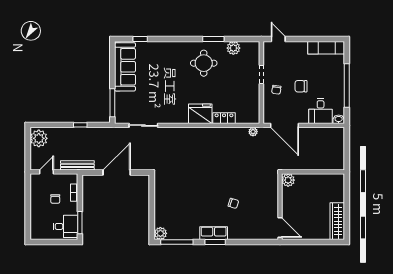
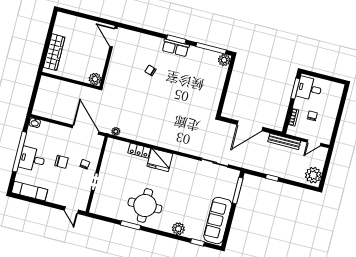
plant: (233, 48) -> (178, 229), moved
round table: (204, 63) -> (145, 205), width x1.36, depth x1.36
desk: (321, 111) -> (32, 159), moved, turned -90
wardrobe: (337, 221) -> (54, 52), moved

